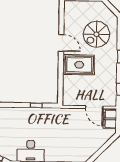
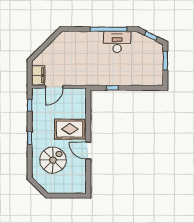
door: (94, 107) -> (54, 87), swing flipped

